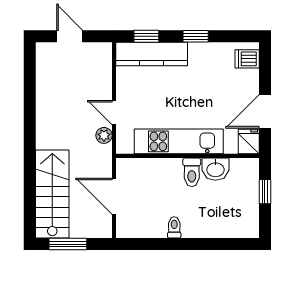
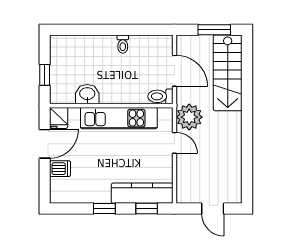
dishwasher: (247, 59) -> (60, 169), moved
plant: (104, 135) -> (189, 117), width x1.88, depth x1.88
toilet: (192, 172) -> (160, 96), moved, turned -90

